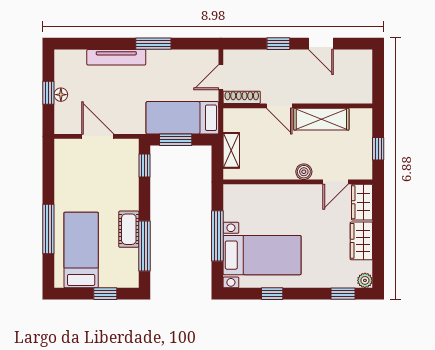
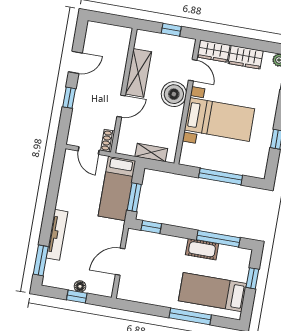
window: (153, 44) -> (41, 260), moved
shoe rack: (242, 97) -> (108, 141), width x0.70
boiler: (304, 172) -> (174, 94), width x1.86, depth x1.86
bed with nightstands: (262, 255) -> (219, 119), moved, turned 90

